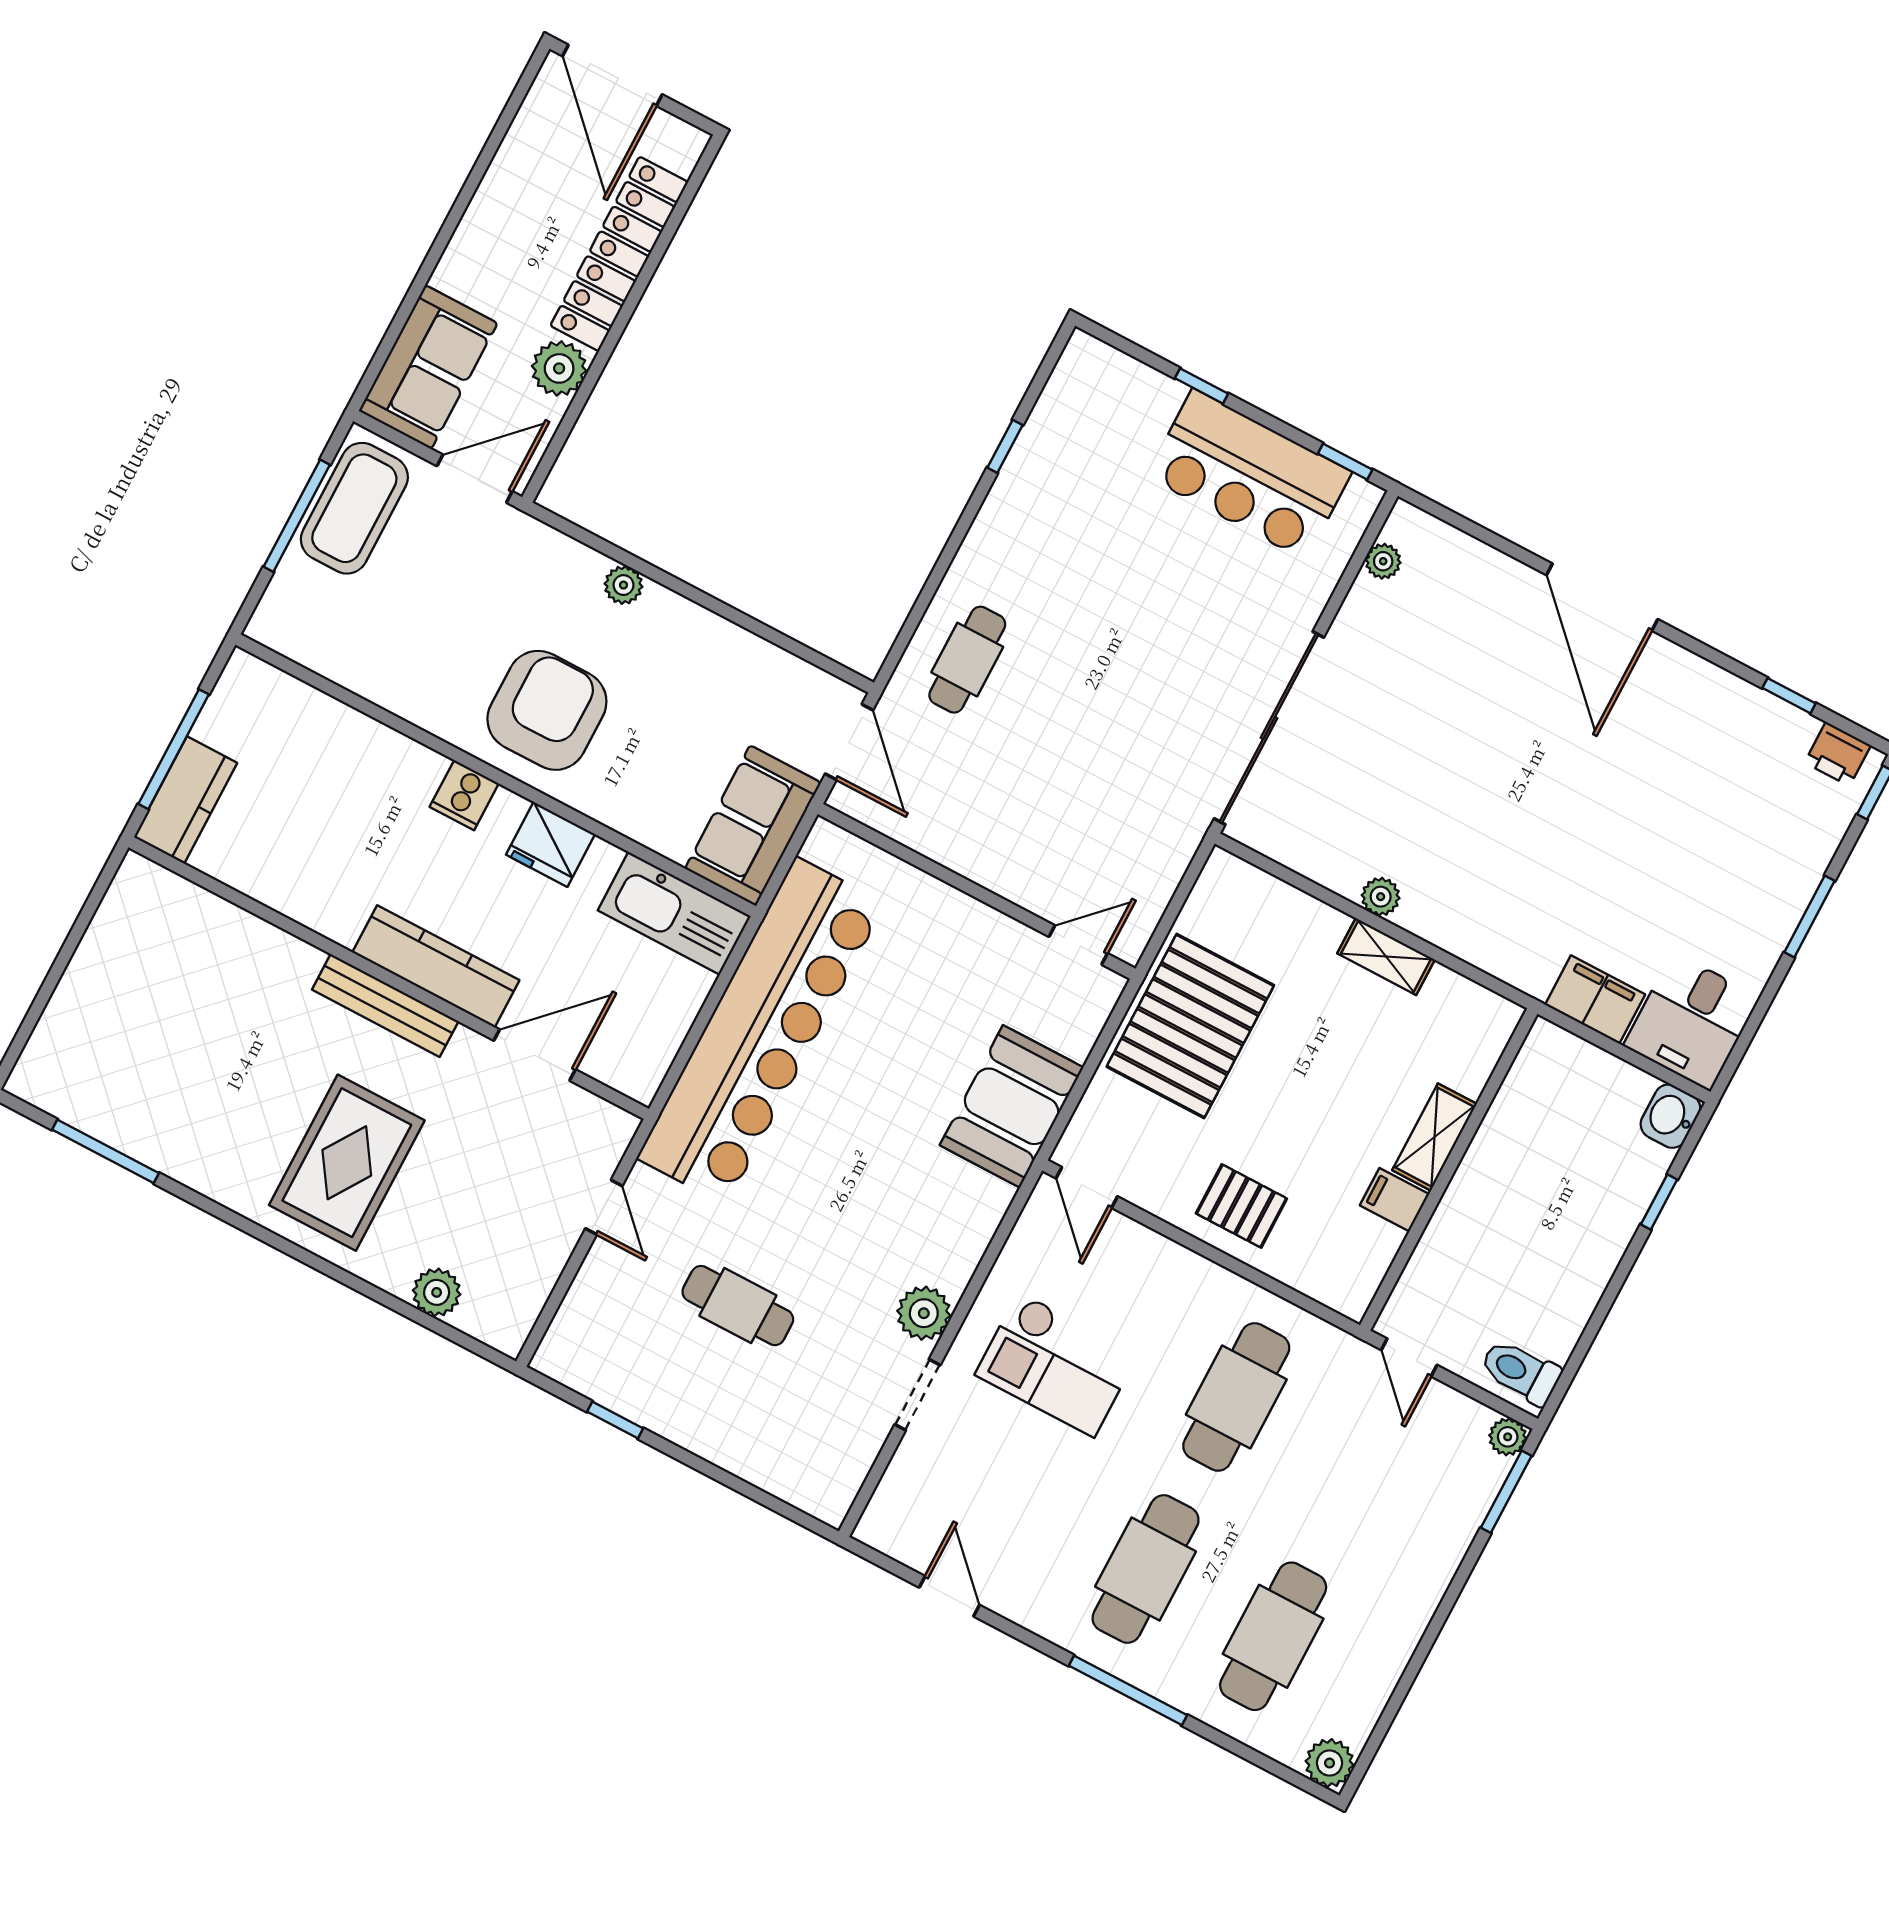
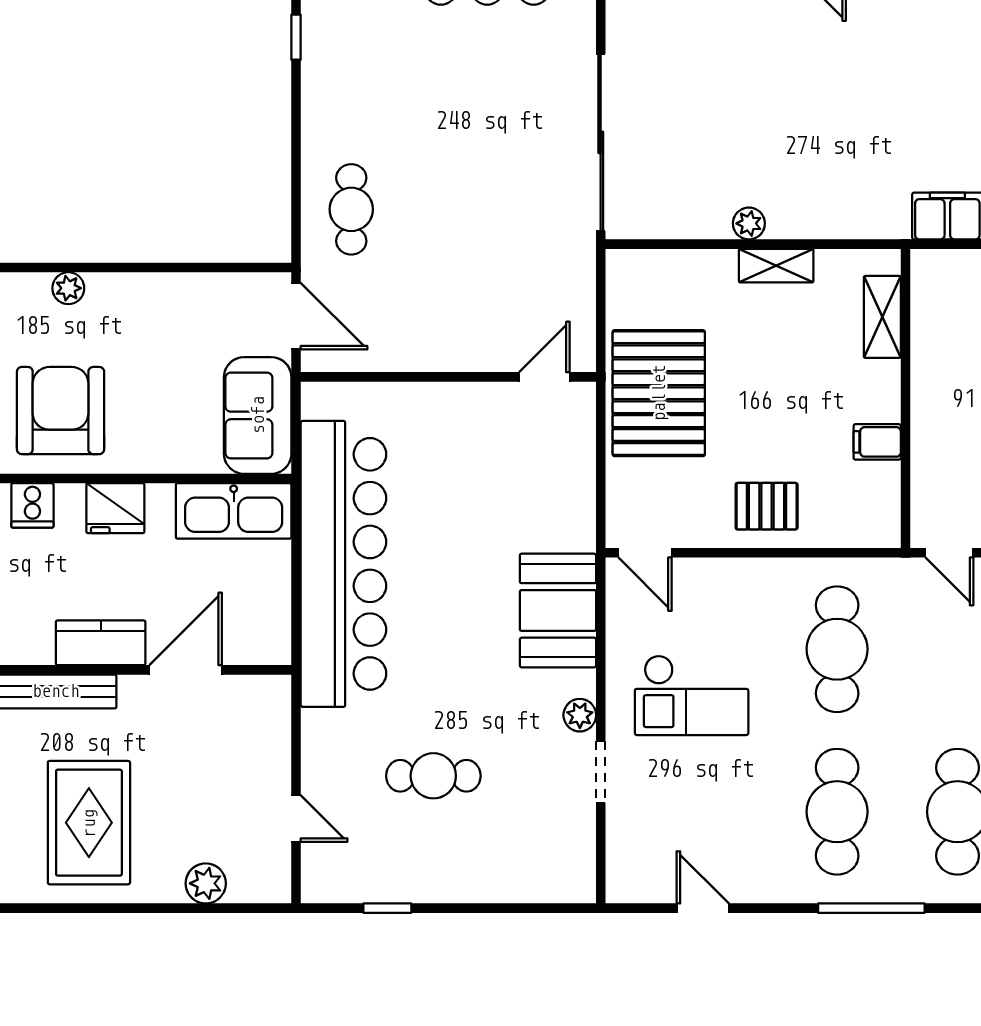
kitchen counter: (436, 966) -> (101, 643), width x0.67
booth: (1012, 1106) -> (558, 610), moved
shelving: (1434, 1137) -> (882, 317), moved
door: (604, 1207) -> (296, 818), moved
plant: (924, 1313) -> (580, 715), width x0.73, depth x0.73

